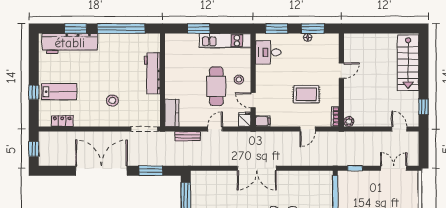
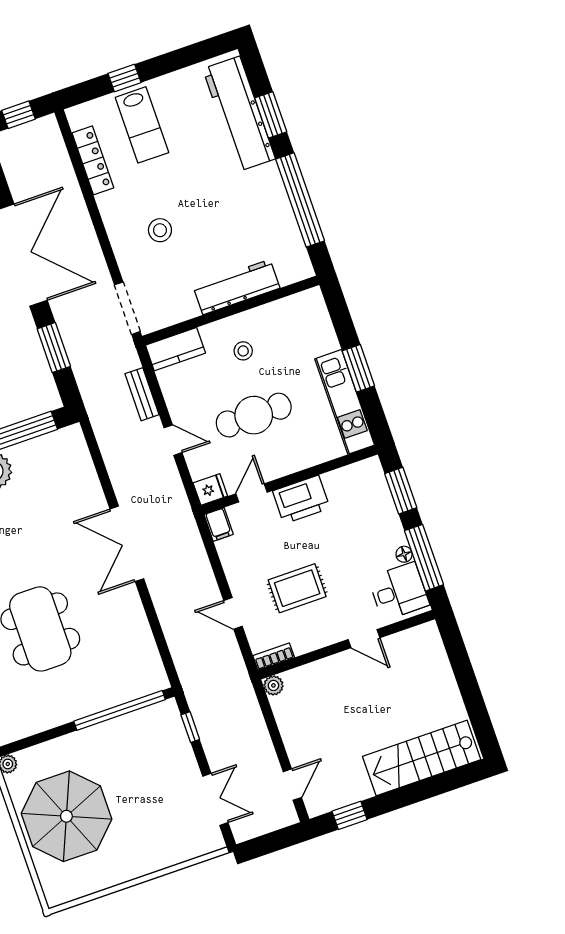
window: (199, 28) -> (358, 368), moved
window: (313, 28) -> (424, 558), width x1.44
desk: (268, 52) -> (399, 591), moved, turned 90
printer: (265, 78) -> (301, 500), added
stool: (239, 80) -> (243, 351), moved
rug: (306, 94) -> (297, 588), turned 90
locker: (62, 121) -> (93, 160), width x1.53

